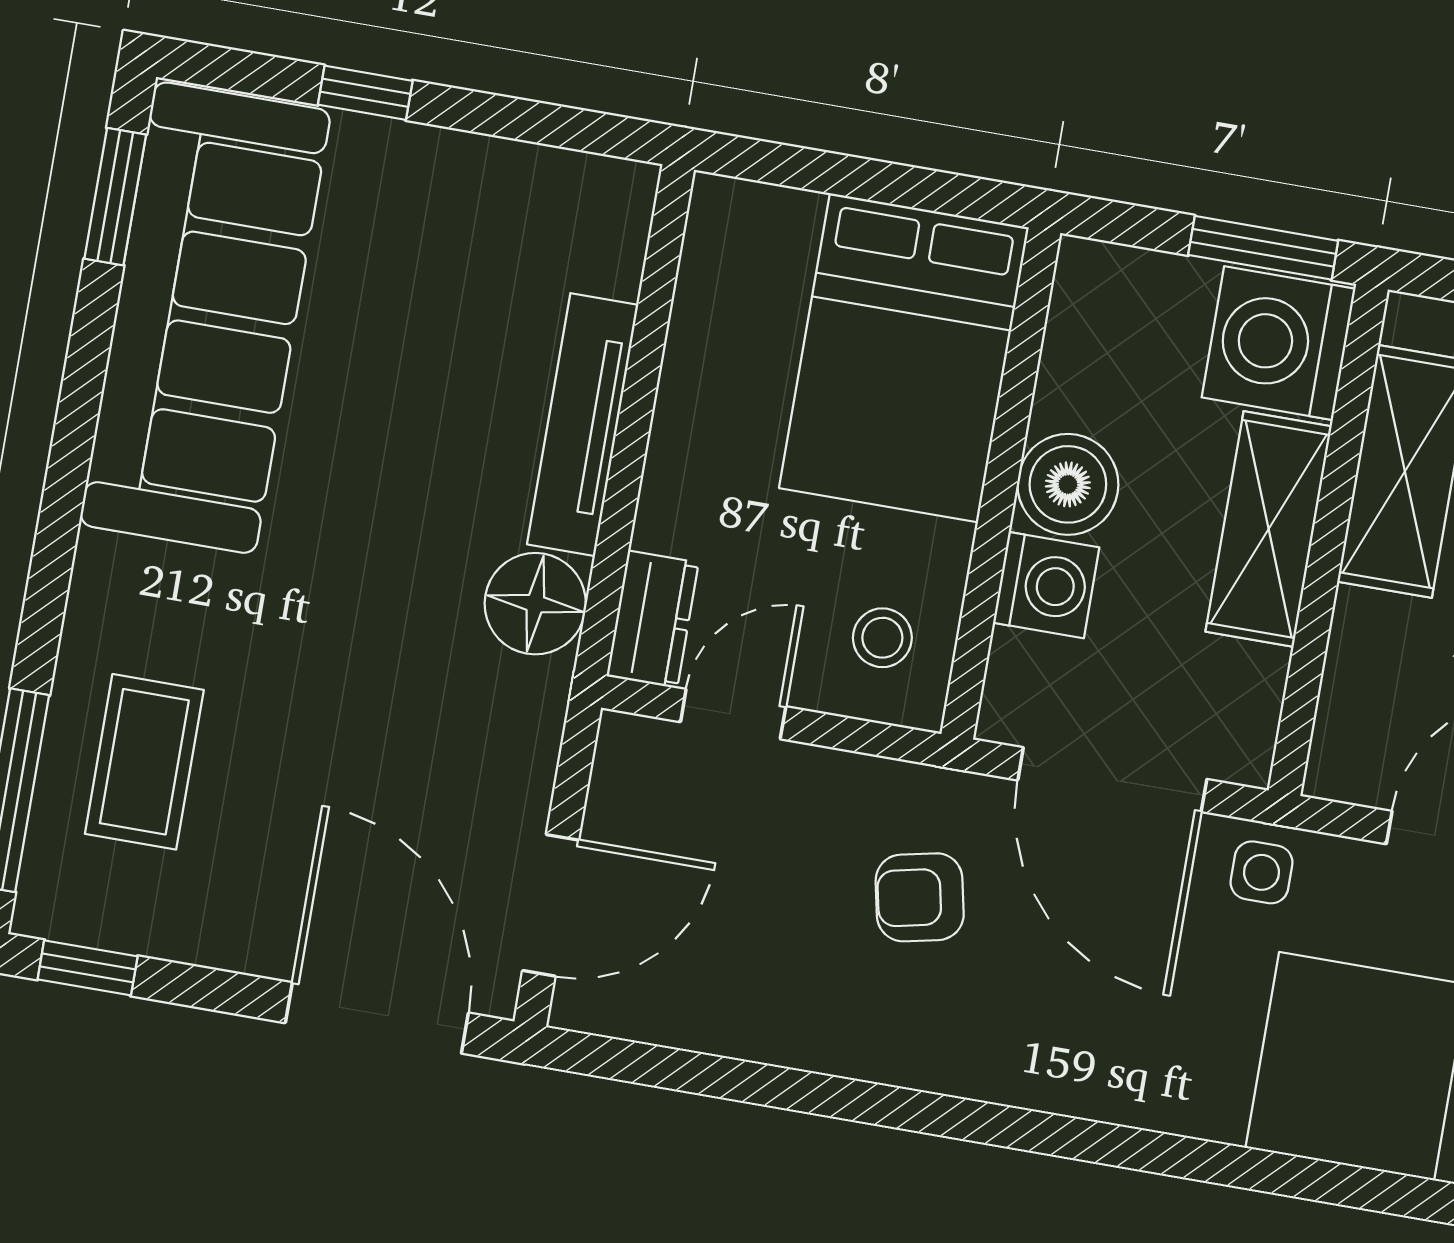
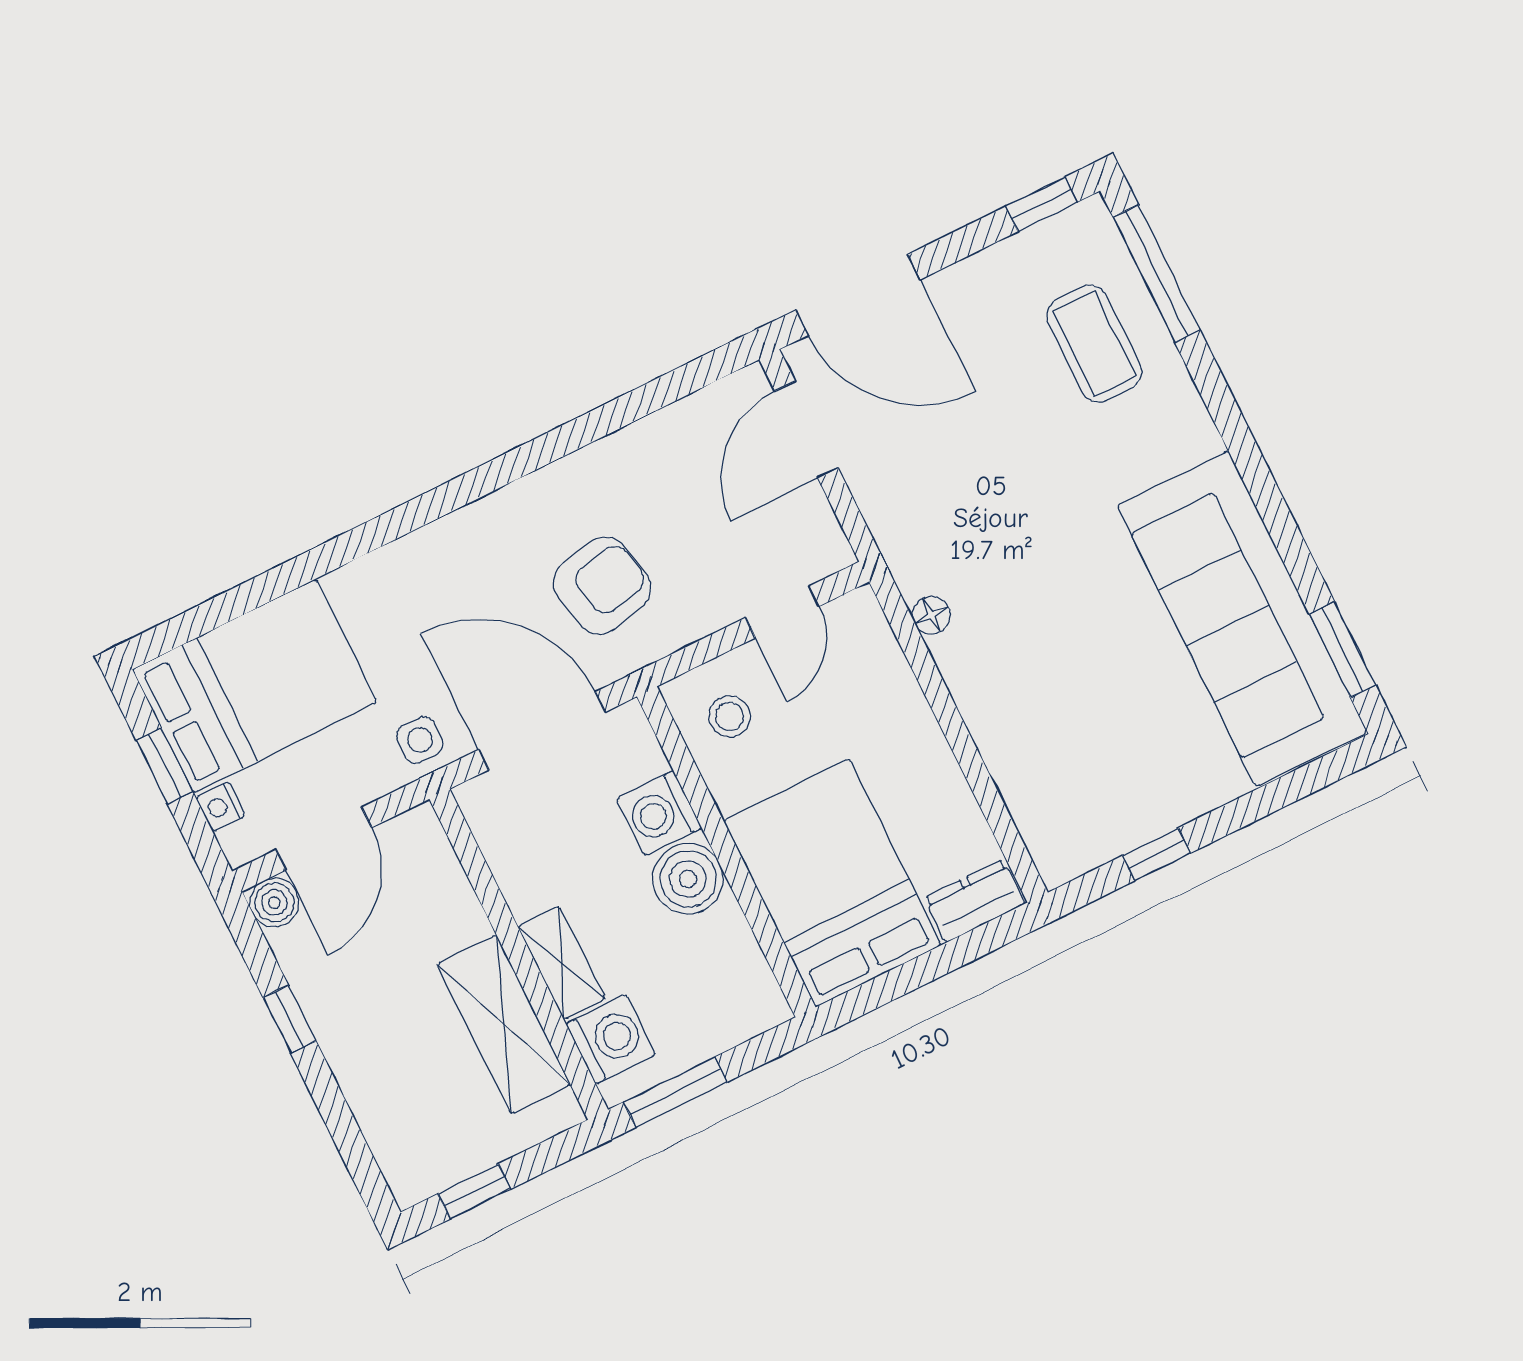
window: (365, 93) -> (1156, 854), moved
washing machine: (1279, 343) -> (611, 1039), width x0.73, depth x0.73
tv unit: (583, 425) -> (986, 713), removed
shelving: (1269, 529) -> (561, 963), width x0.67, depth x0.75
floor lamp: (535, 604) -> (931, 615), width x0.53, depth x0.53
dresser: (653, 619) -> (974, 901), moved, turned 90
armchair: (920, 897) -> (602, 586), width x1.38, depth x1.38

